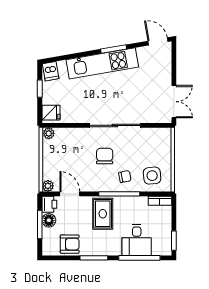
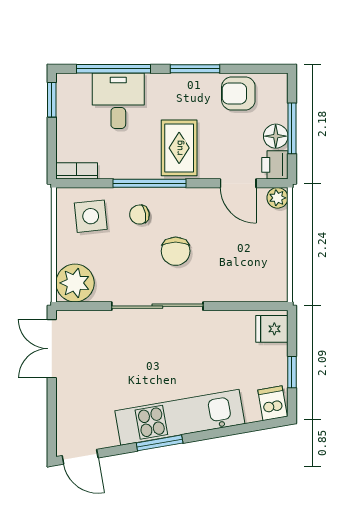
plant: (49, 133) -> (75, 283), moved, width x1.88, depth x1.88

